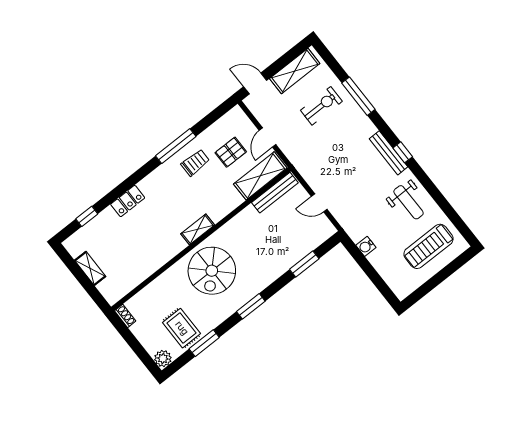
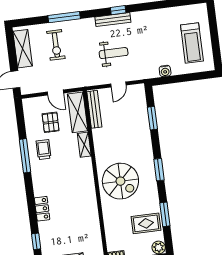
exercise bike: (321, 106) -> (56, 45), turned 180
weight bench: (409, 202) -> (114, 53), moved
shelving: (198, 229) -> (84, 145), moved
treadmill: (429, 246) -> (192, 43), moved

